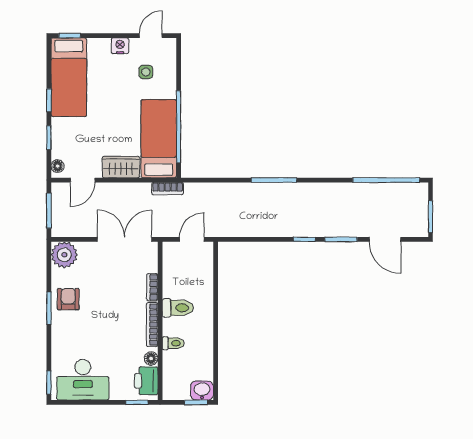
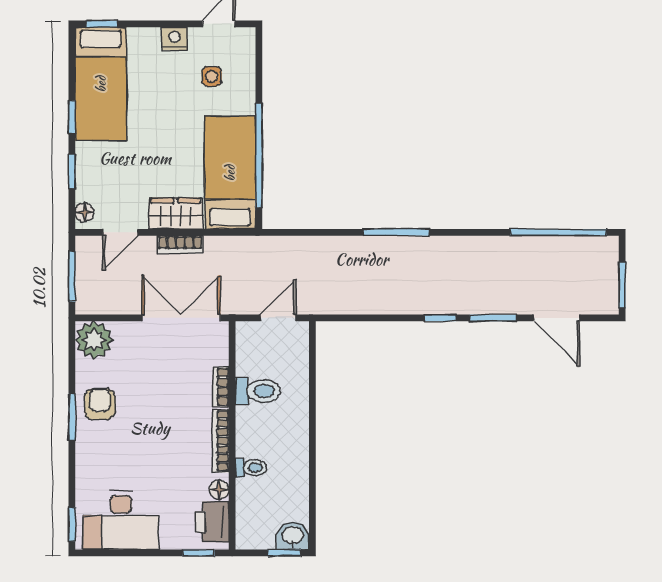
bookcase: (168, 189) -> (180, 245), moved
toilet: (178, 308) -> (258, 391), moved

